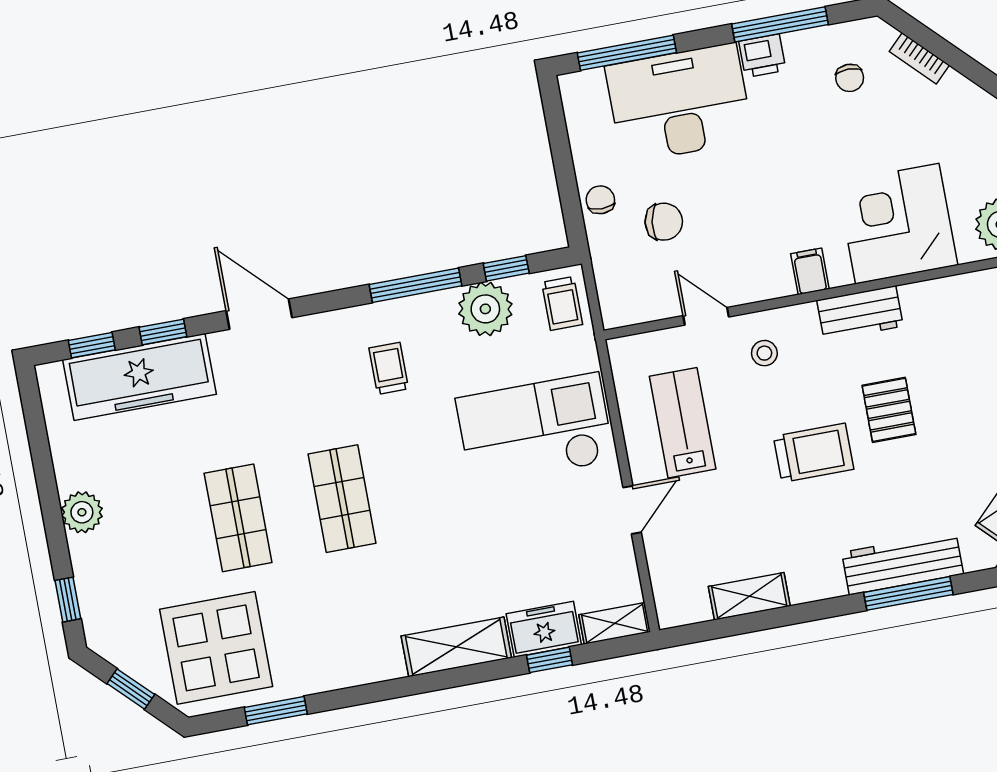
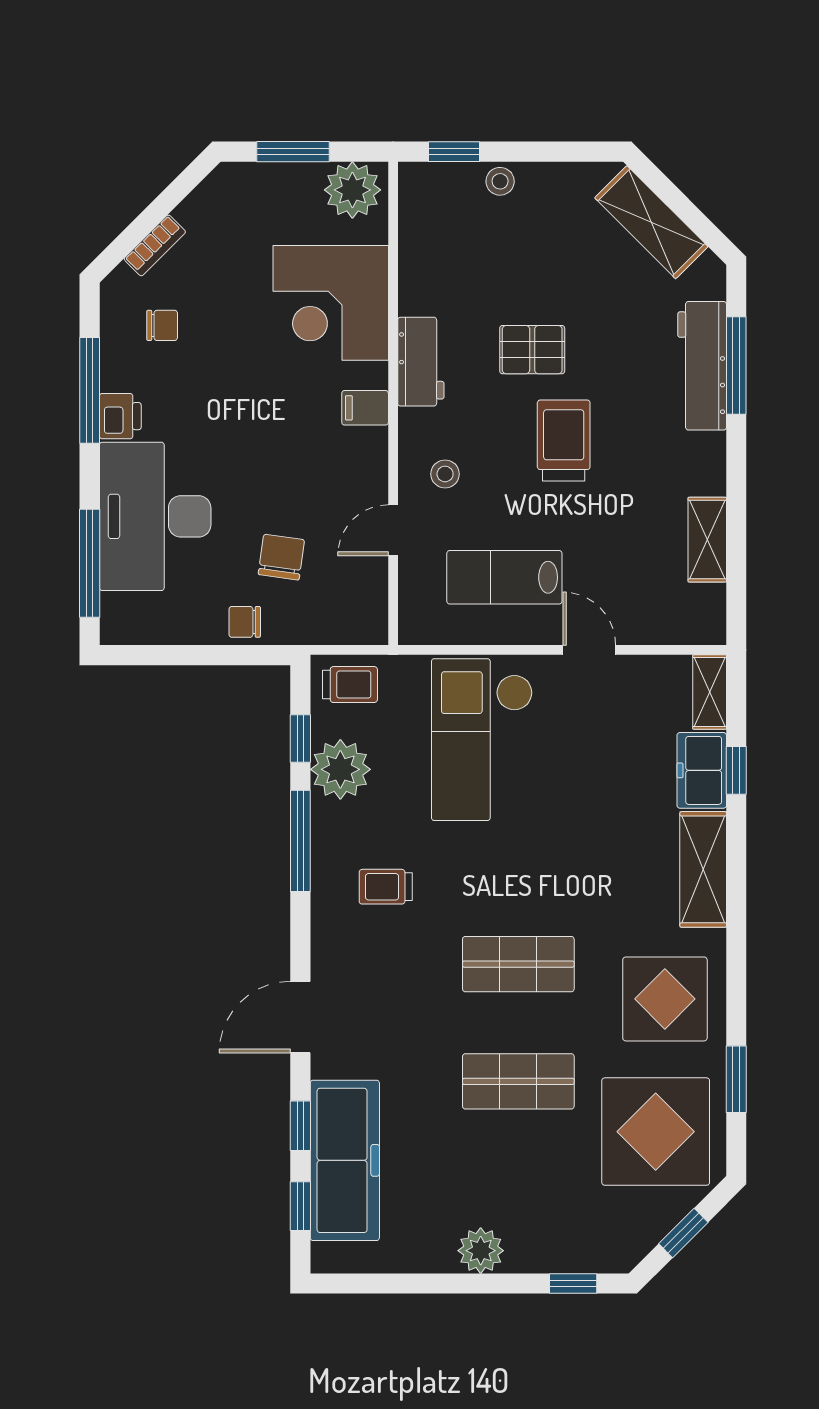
display table: (335, 634) -> (665, 999), added

